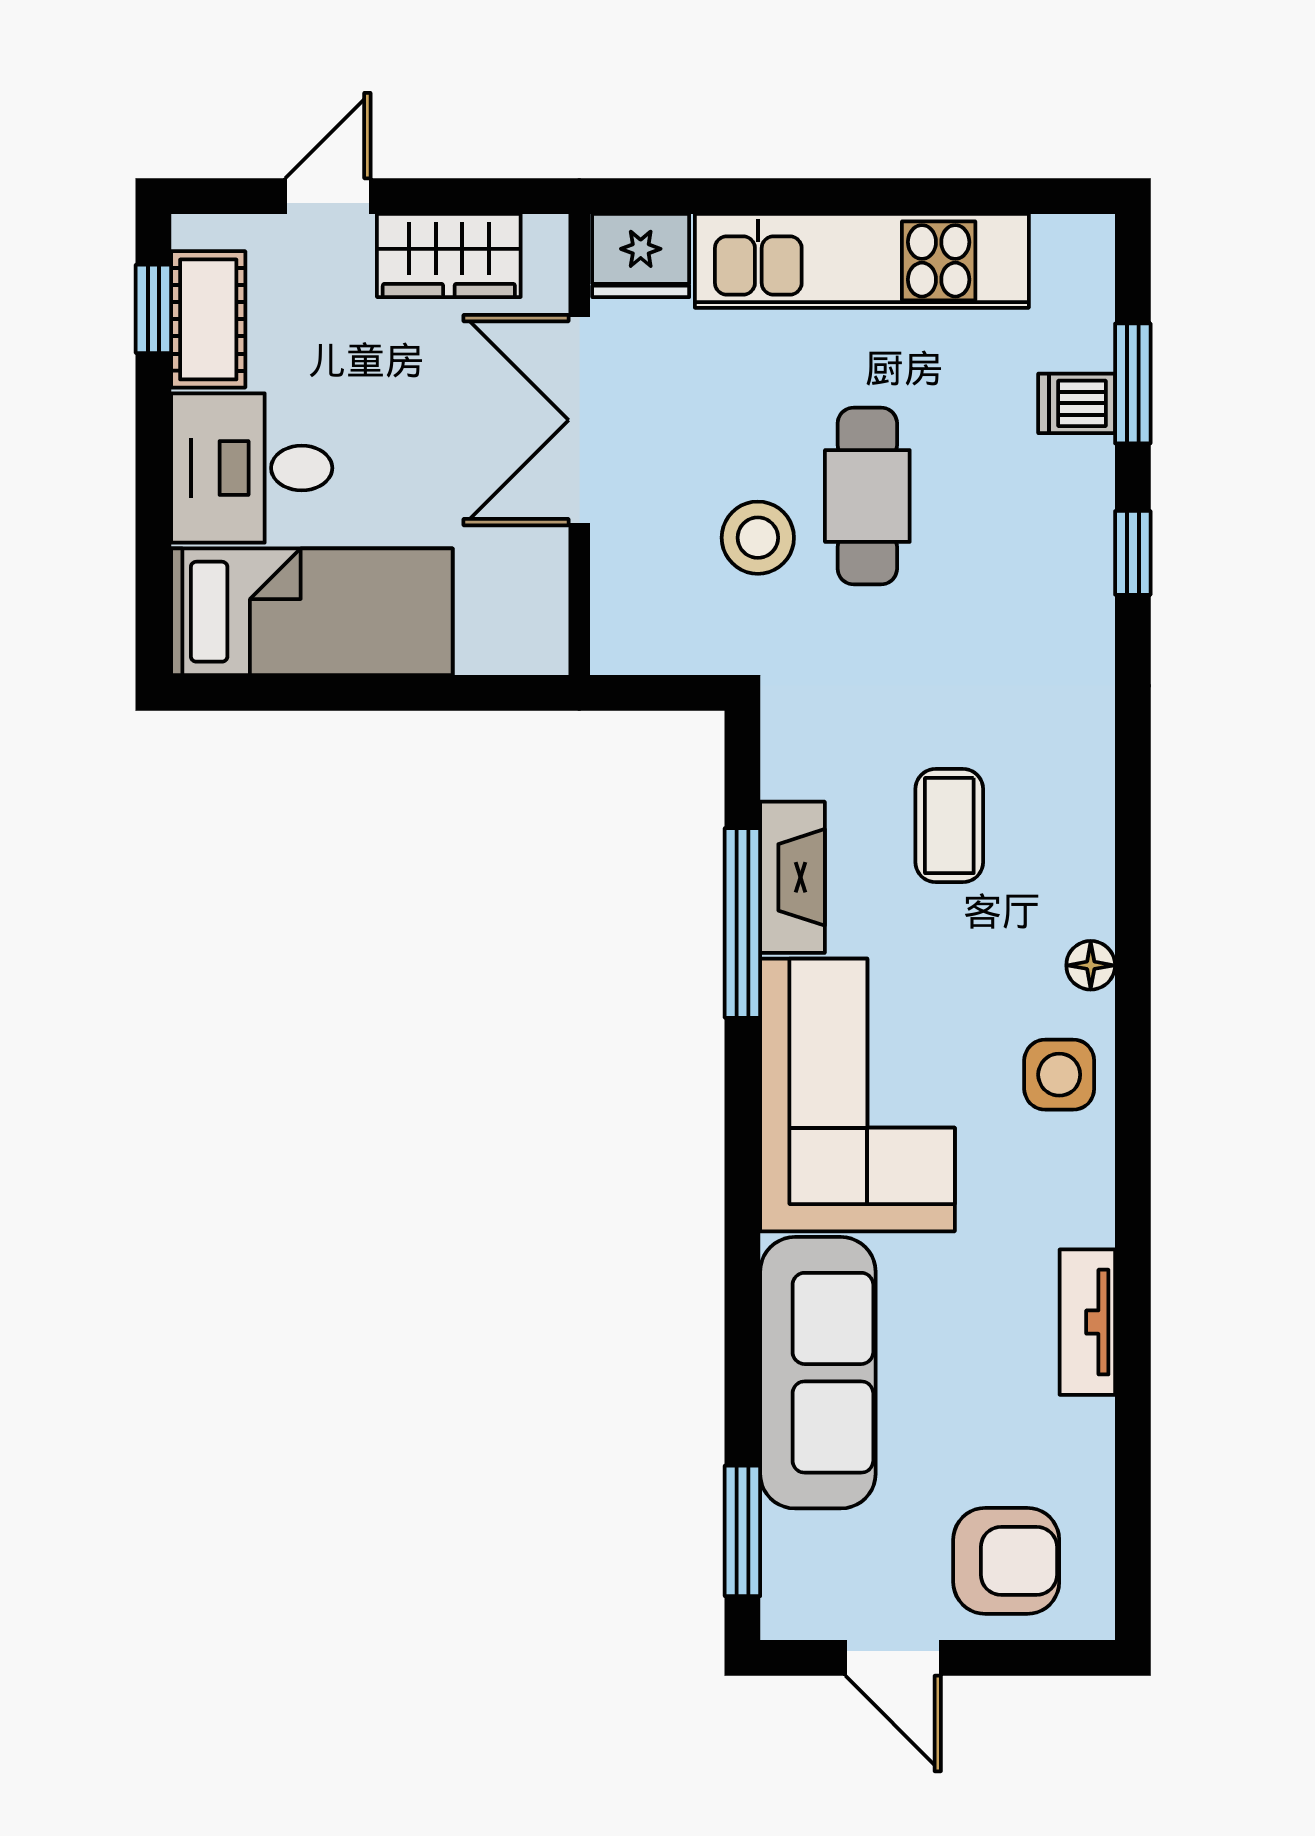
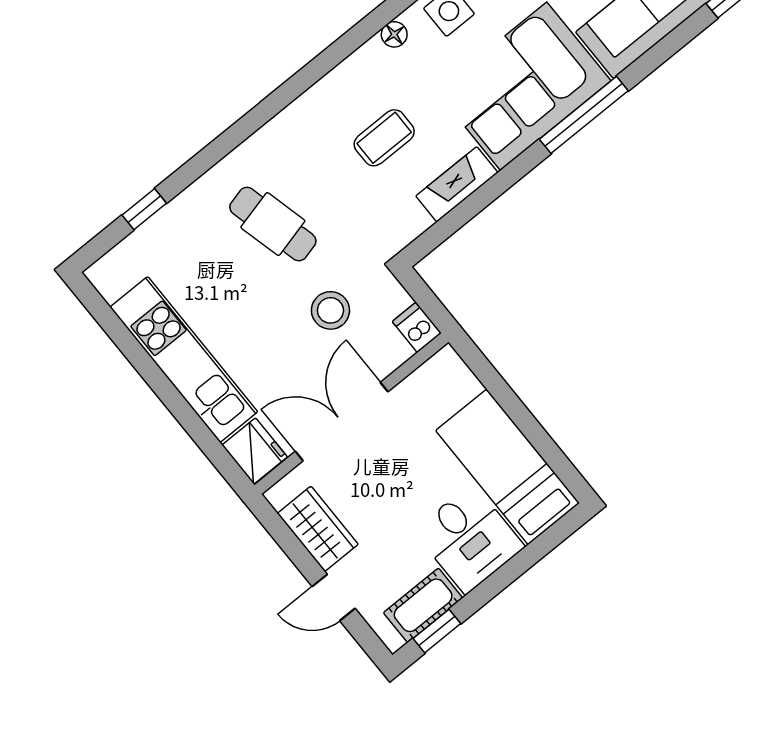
window: (1133, 383) -> (144, 209), width x0.67
dishwasher: (1077, 403) -> (417, 327), moved, turned 180
double door: (579, 420) -> (342, 422), swing flipped
cafe table: (867, 496) -> (273, 224), moved, turned 76
window: (1133, 553) -> (213, 153), removed
window: (742, 923) -> (584, 115), moved

